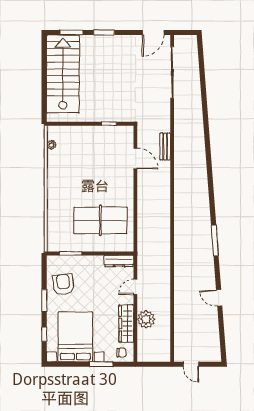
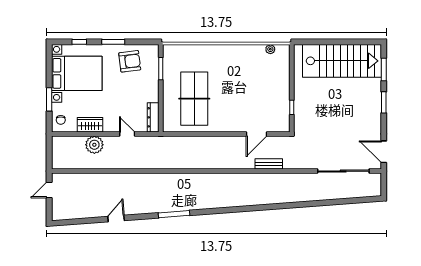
wardrobe: (126, 324) -> (90, 125), width x0.67

